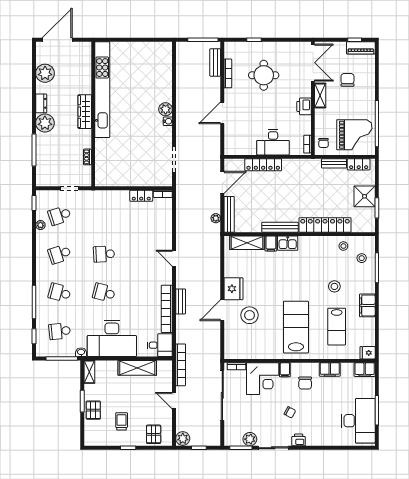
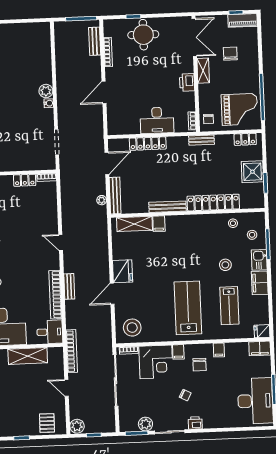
round table: (264, 75) -> (143, 35), moved
bench: (334, 163) -> (201, 140), moved
kitchen sink: (288, 243) -> (259, 260), moved, turned 90
stool: (250, 315) -> (132, 328), moved
filing cabinet: (330, 370) -> (219, 350), width x0.50
trolley: (122, 421) -> (14, 411), removed

